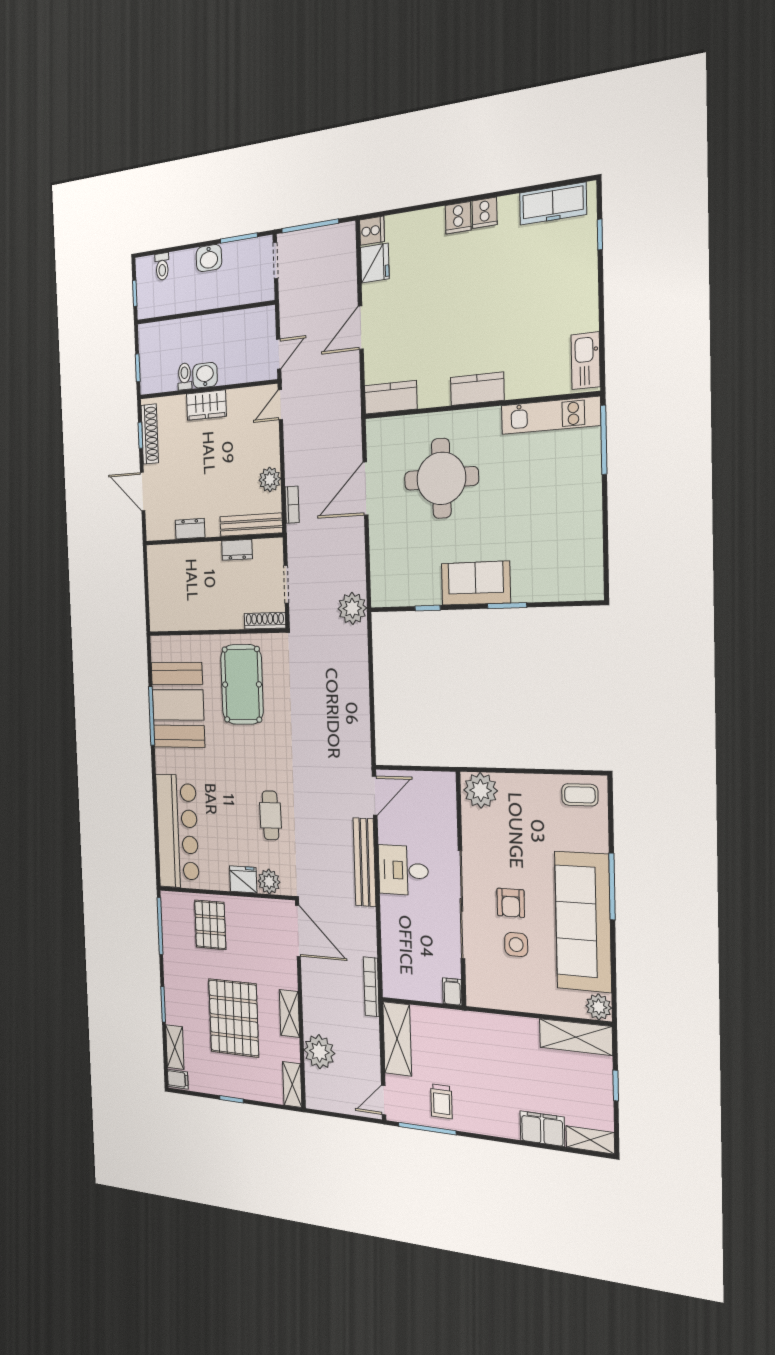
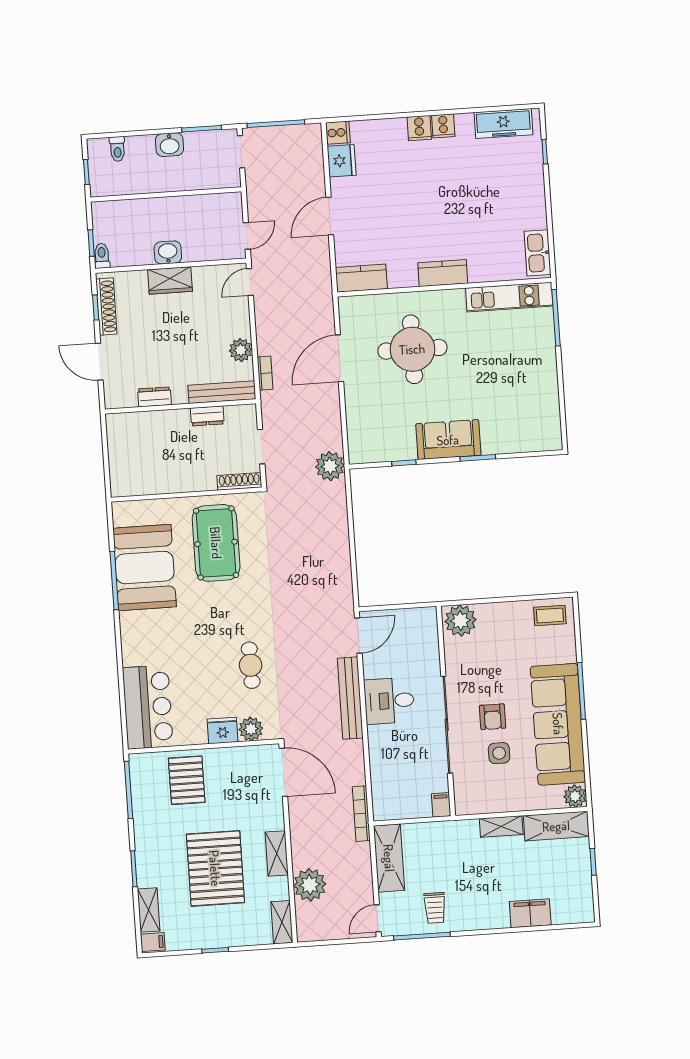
toilet: (185, 376) -> (102, 256), moved
bar counter: (177, 831) -> (148, 707), width x0.73
shelving: (590, 1140) -> (501, 826), moved

